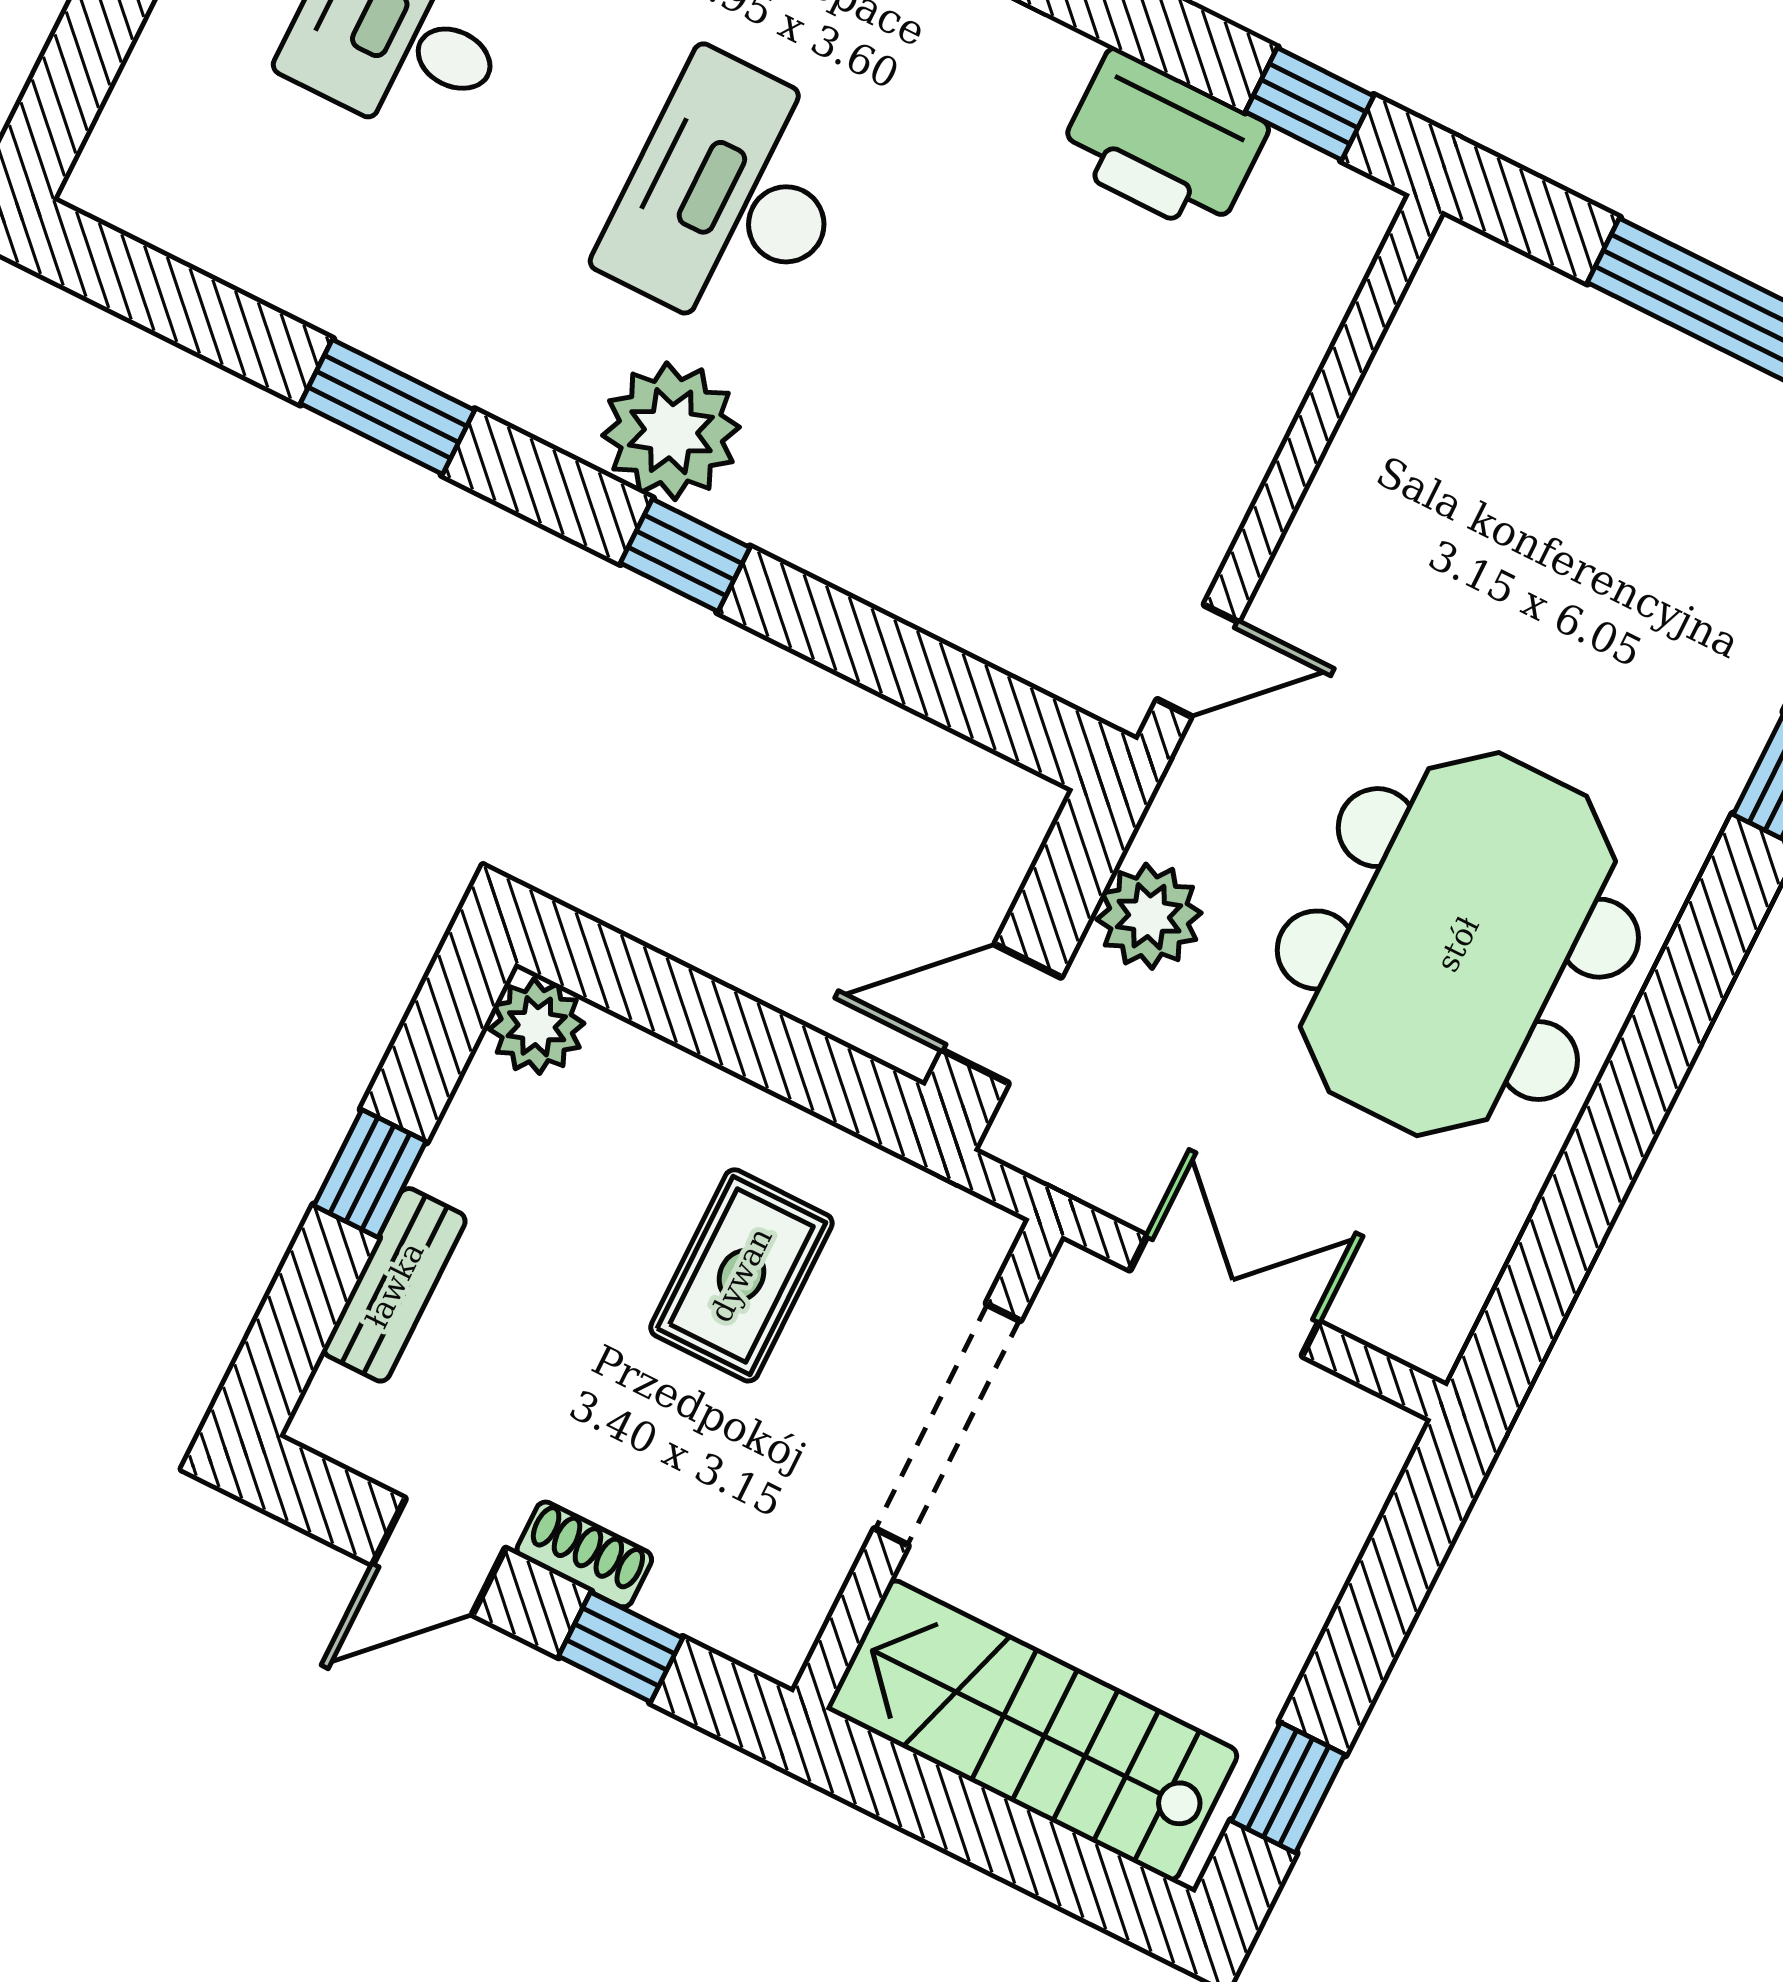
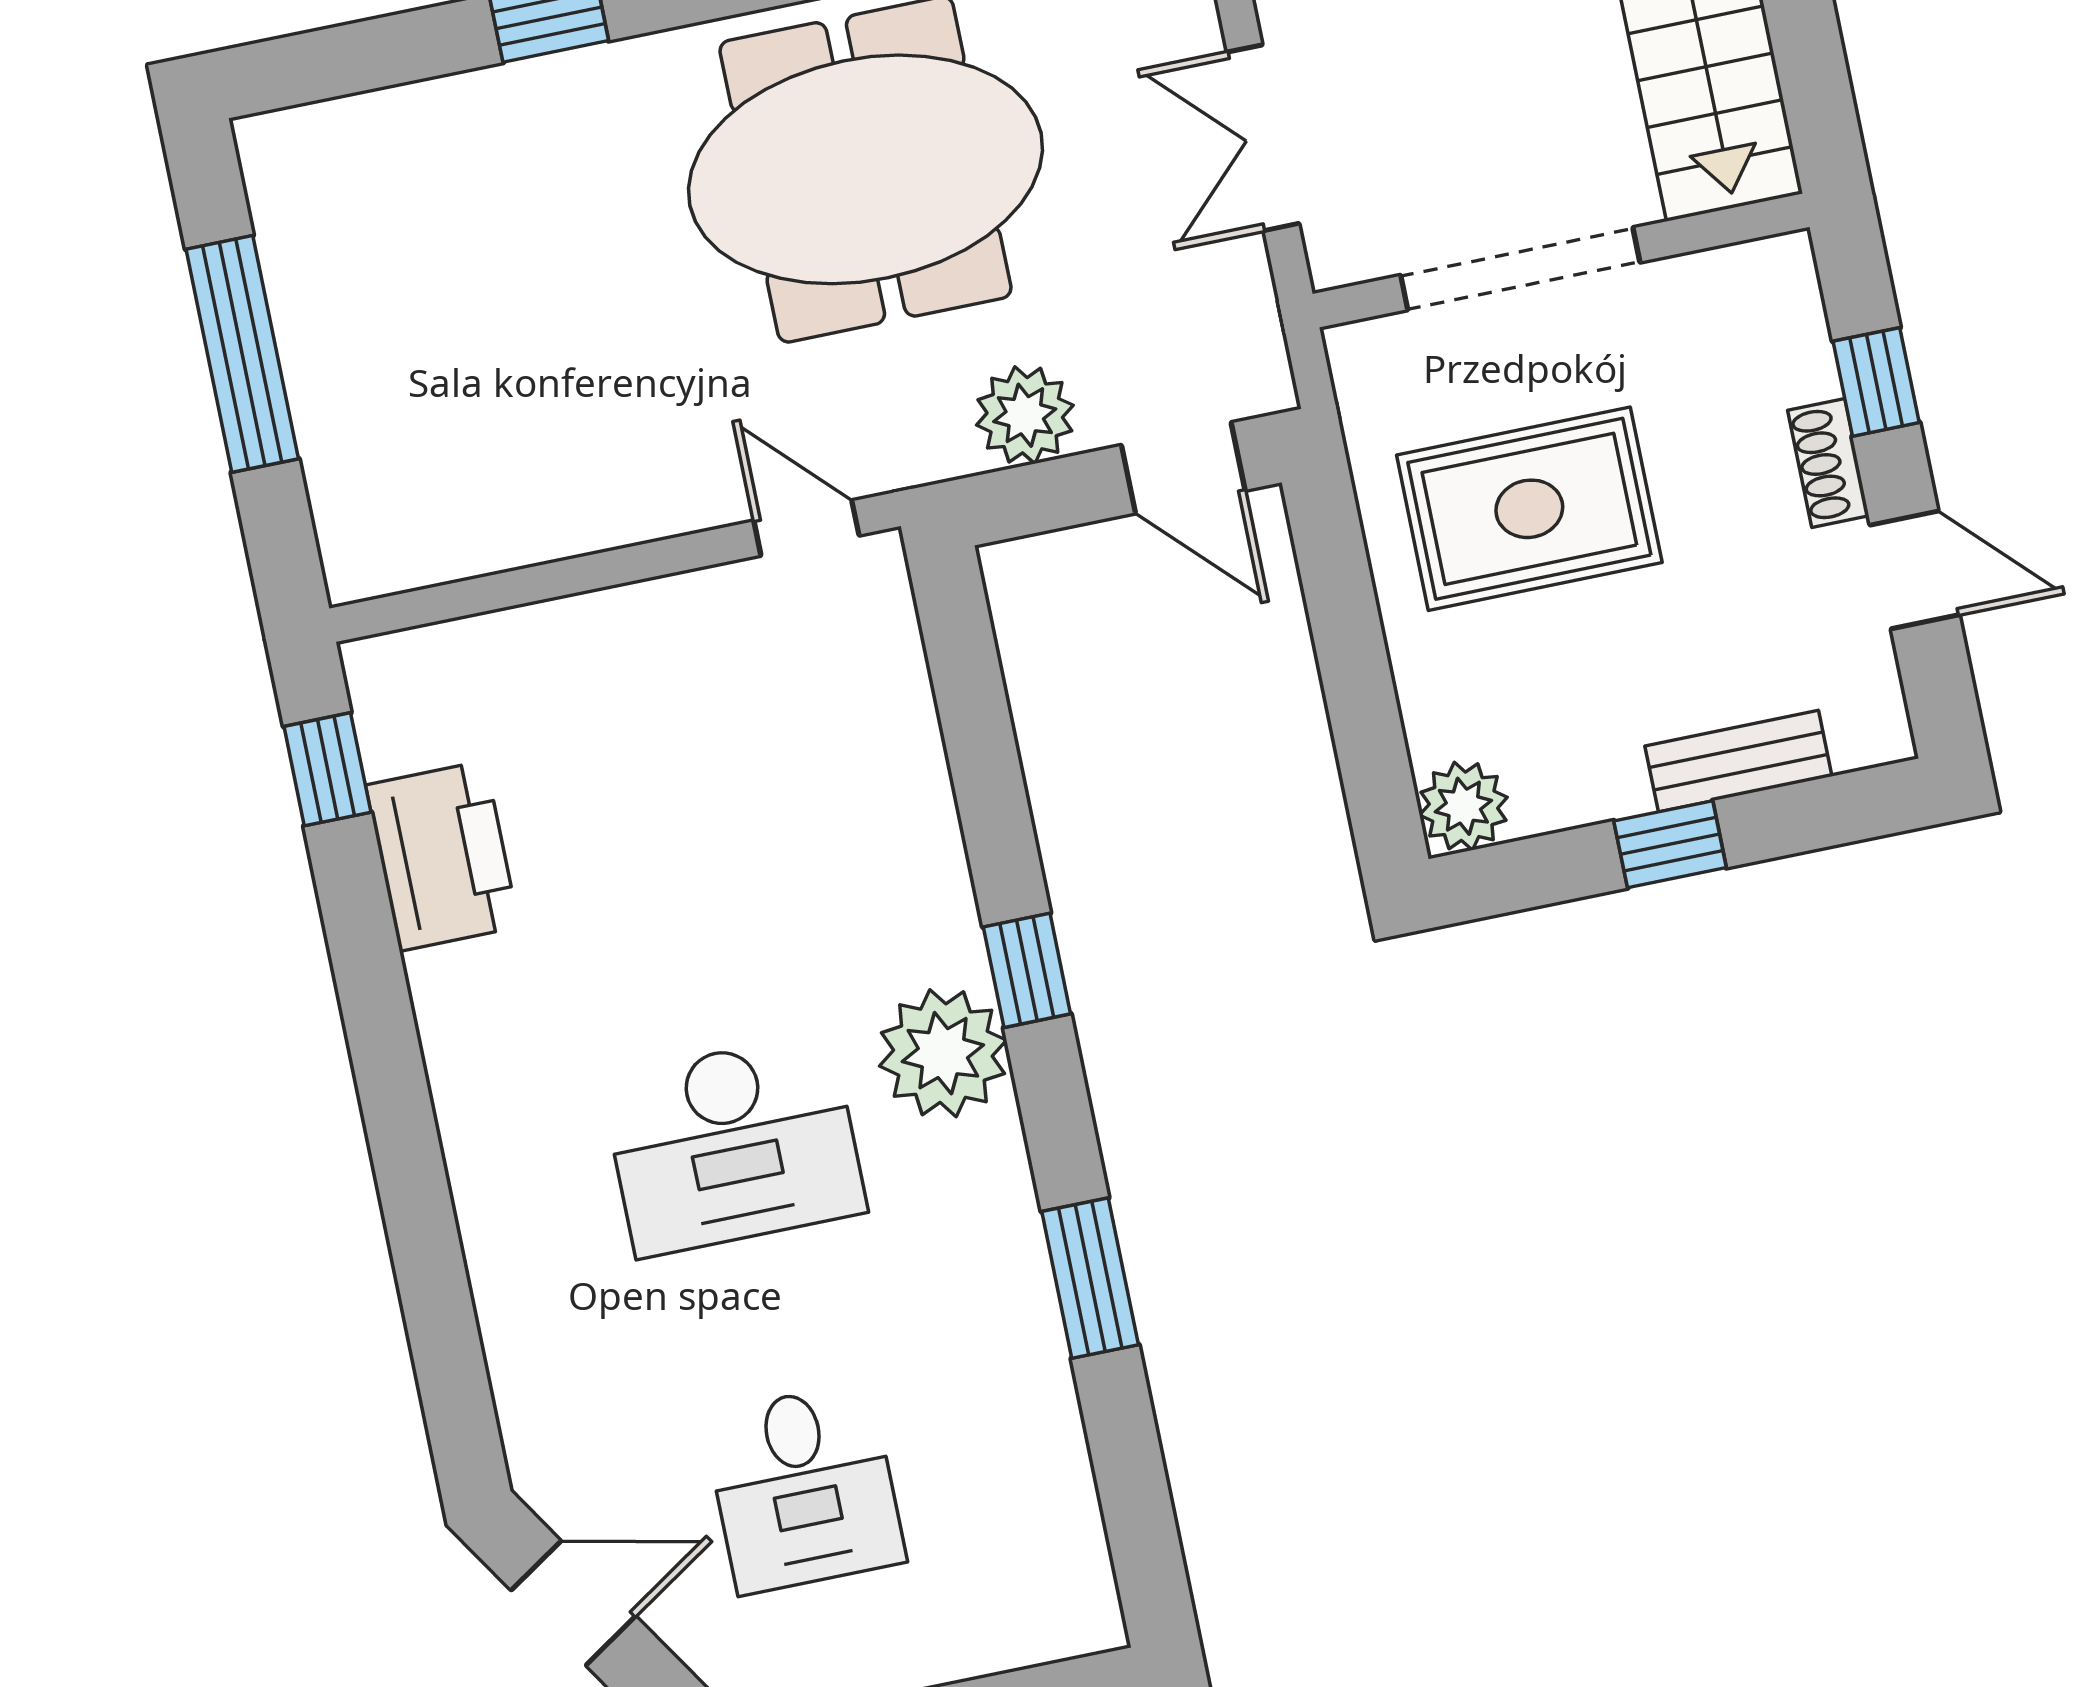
rug: (741, 1275) -> (1529, 509), width x1.36, depth x1.43

